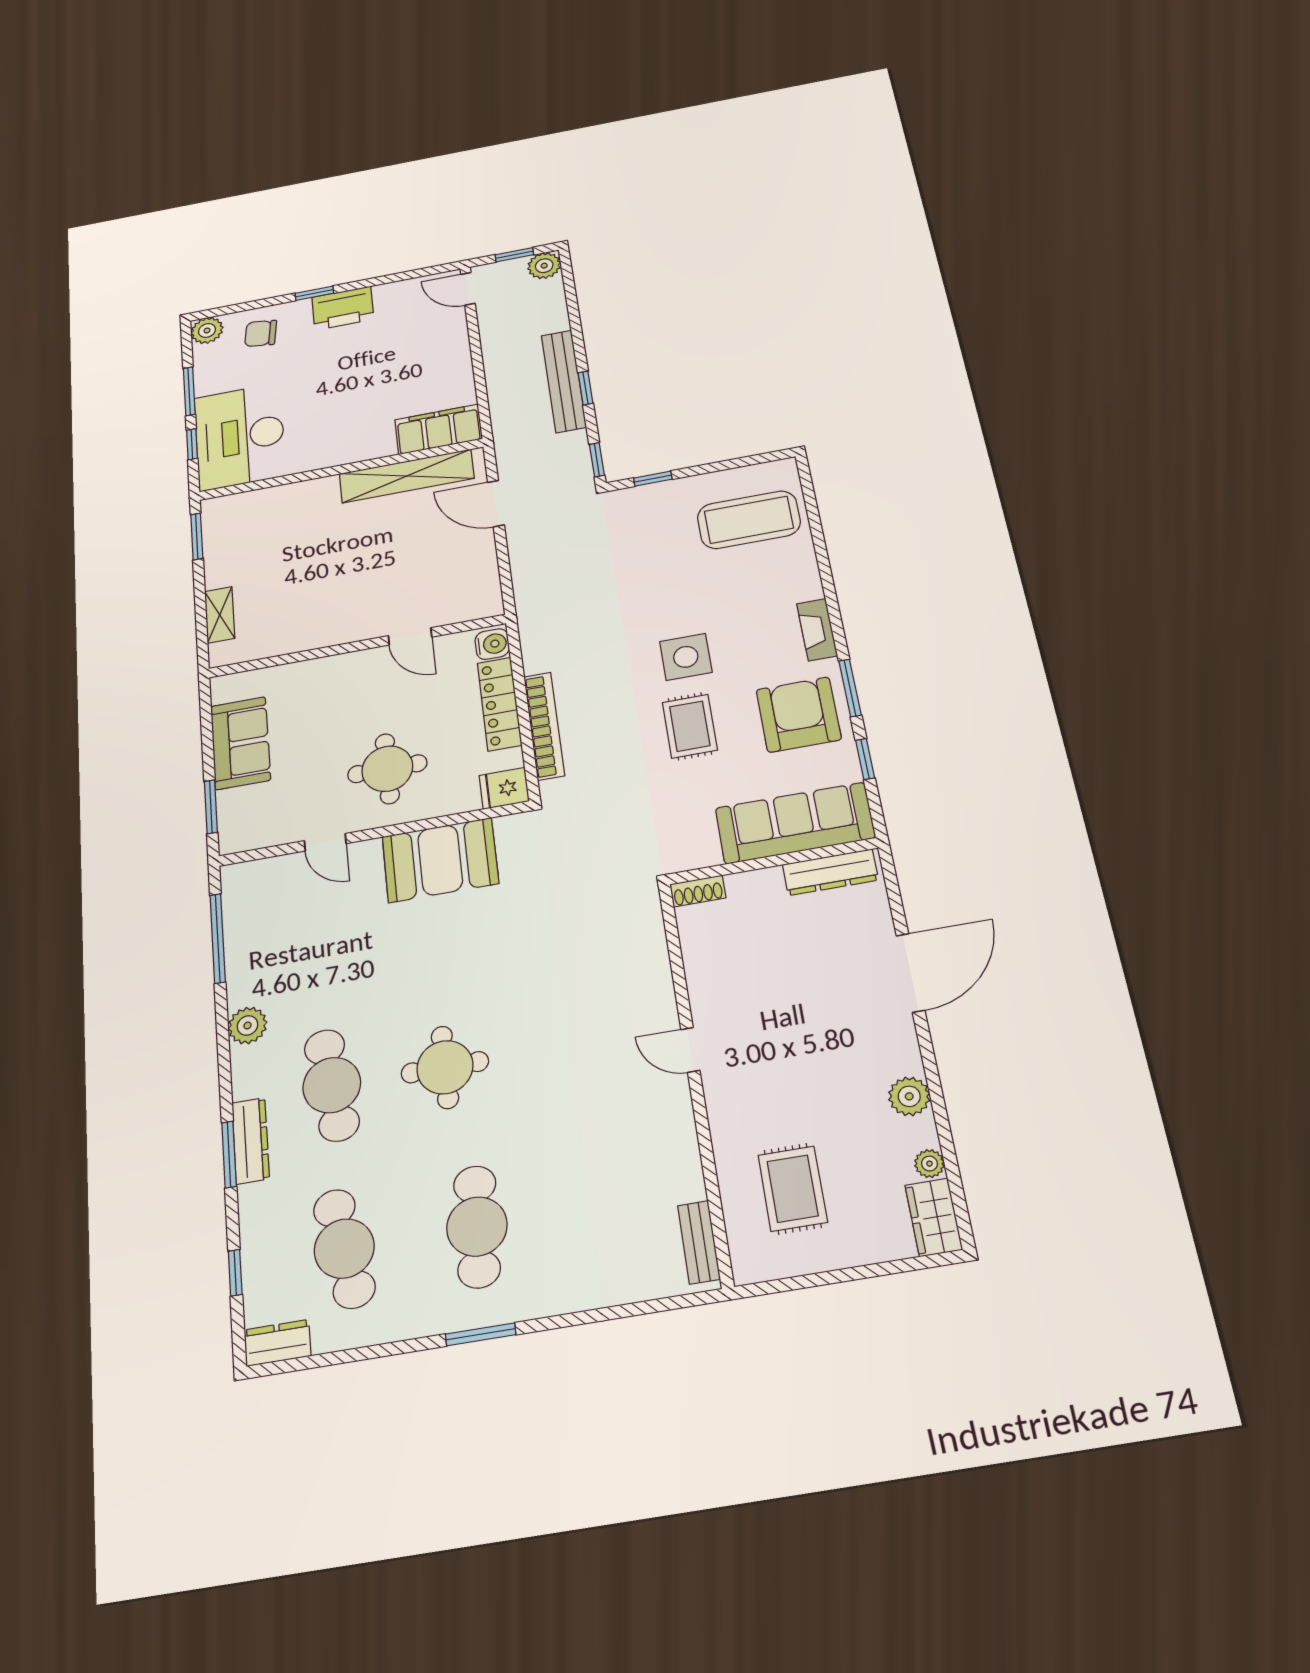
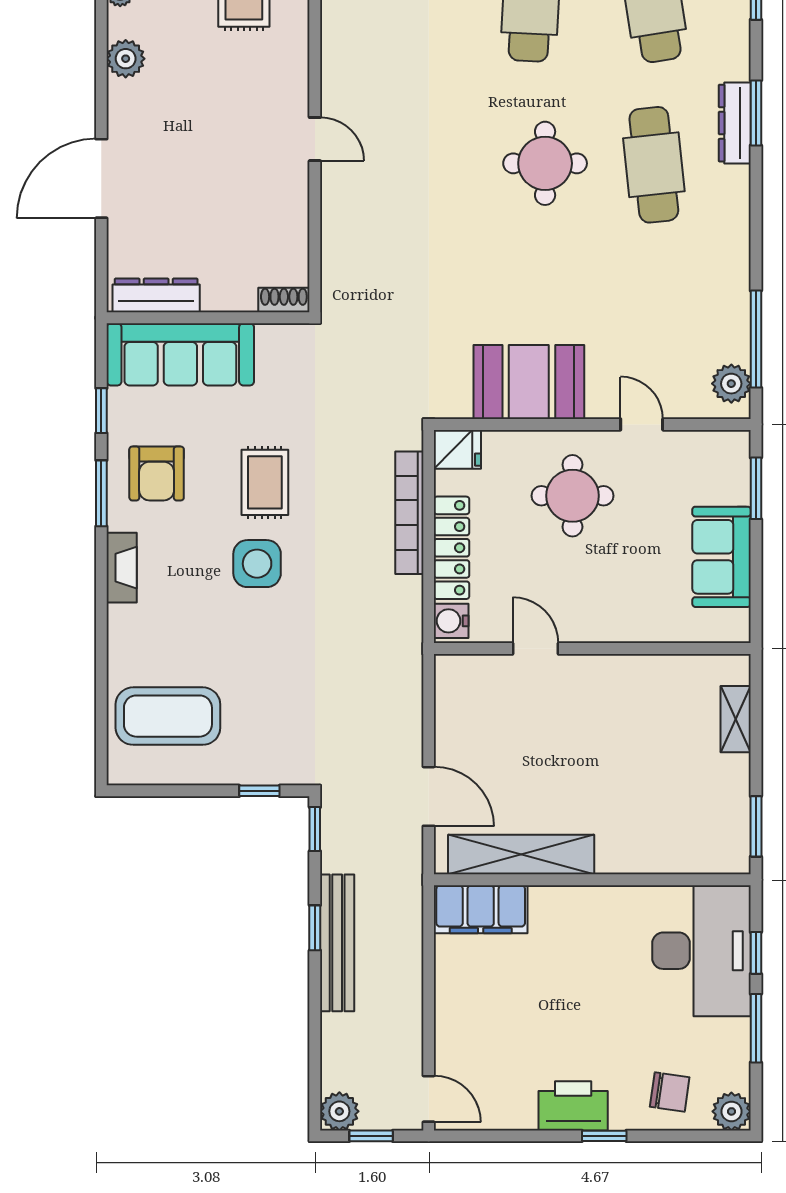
armchair: (799, 715) -> (157, 473), width x0.73, depth x0.73
plant: (247, 1026) -> (731, 384), moved

